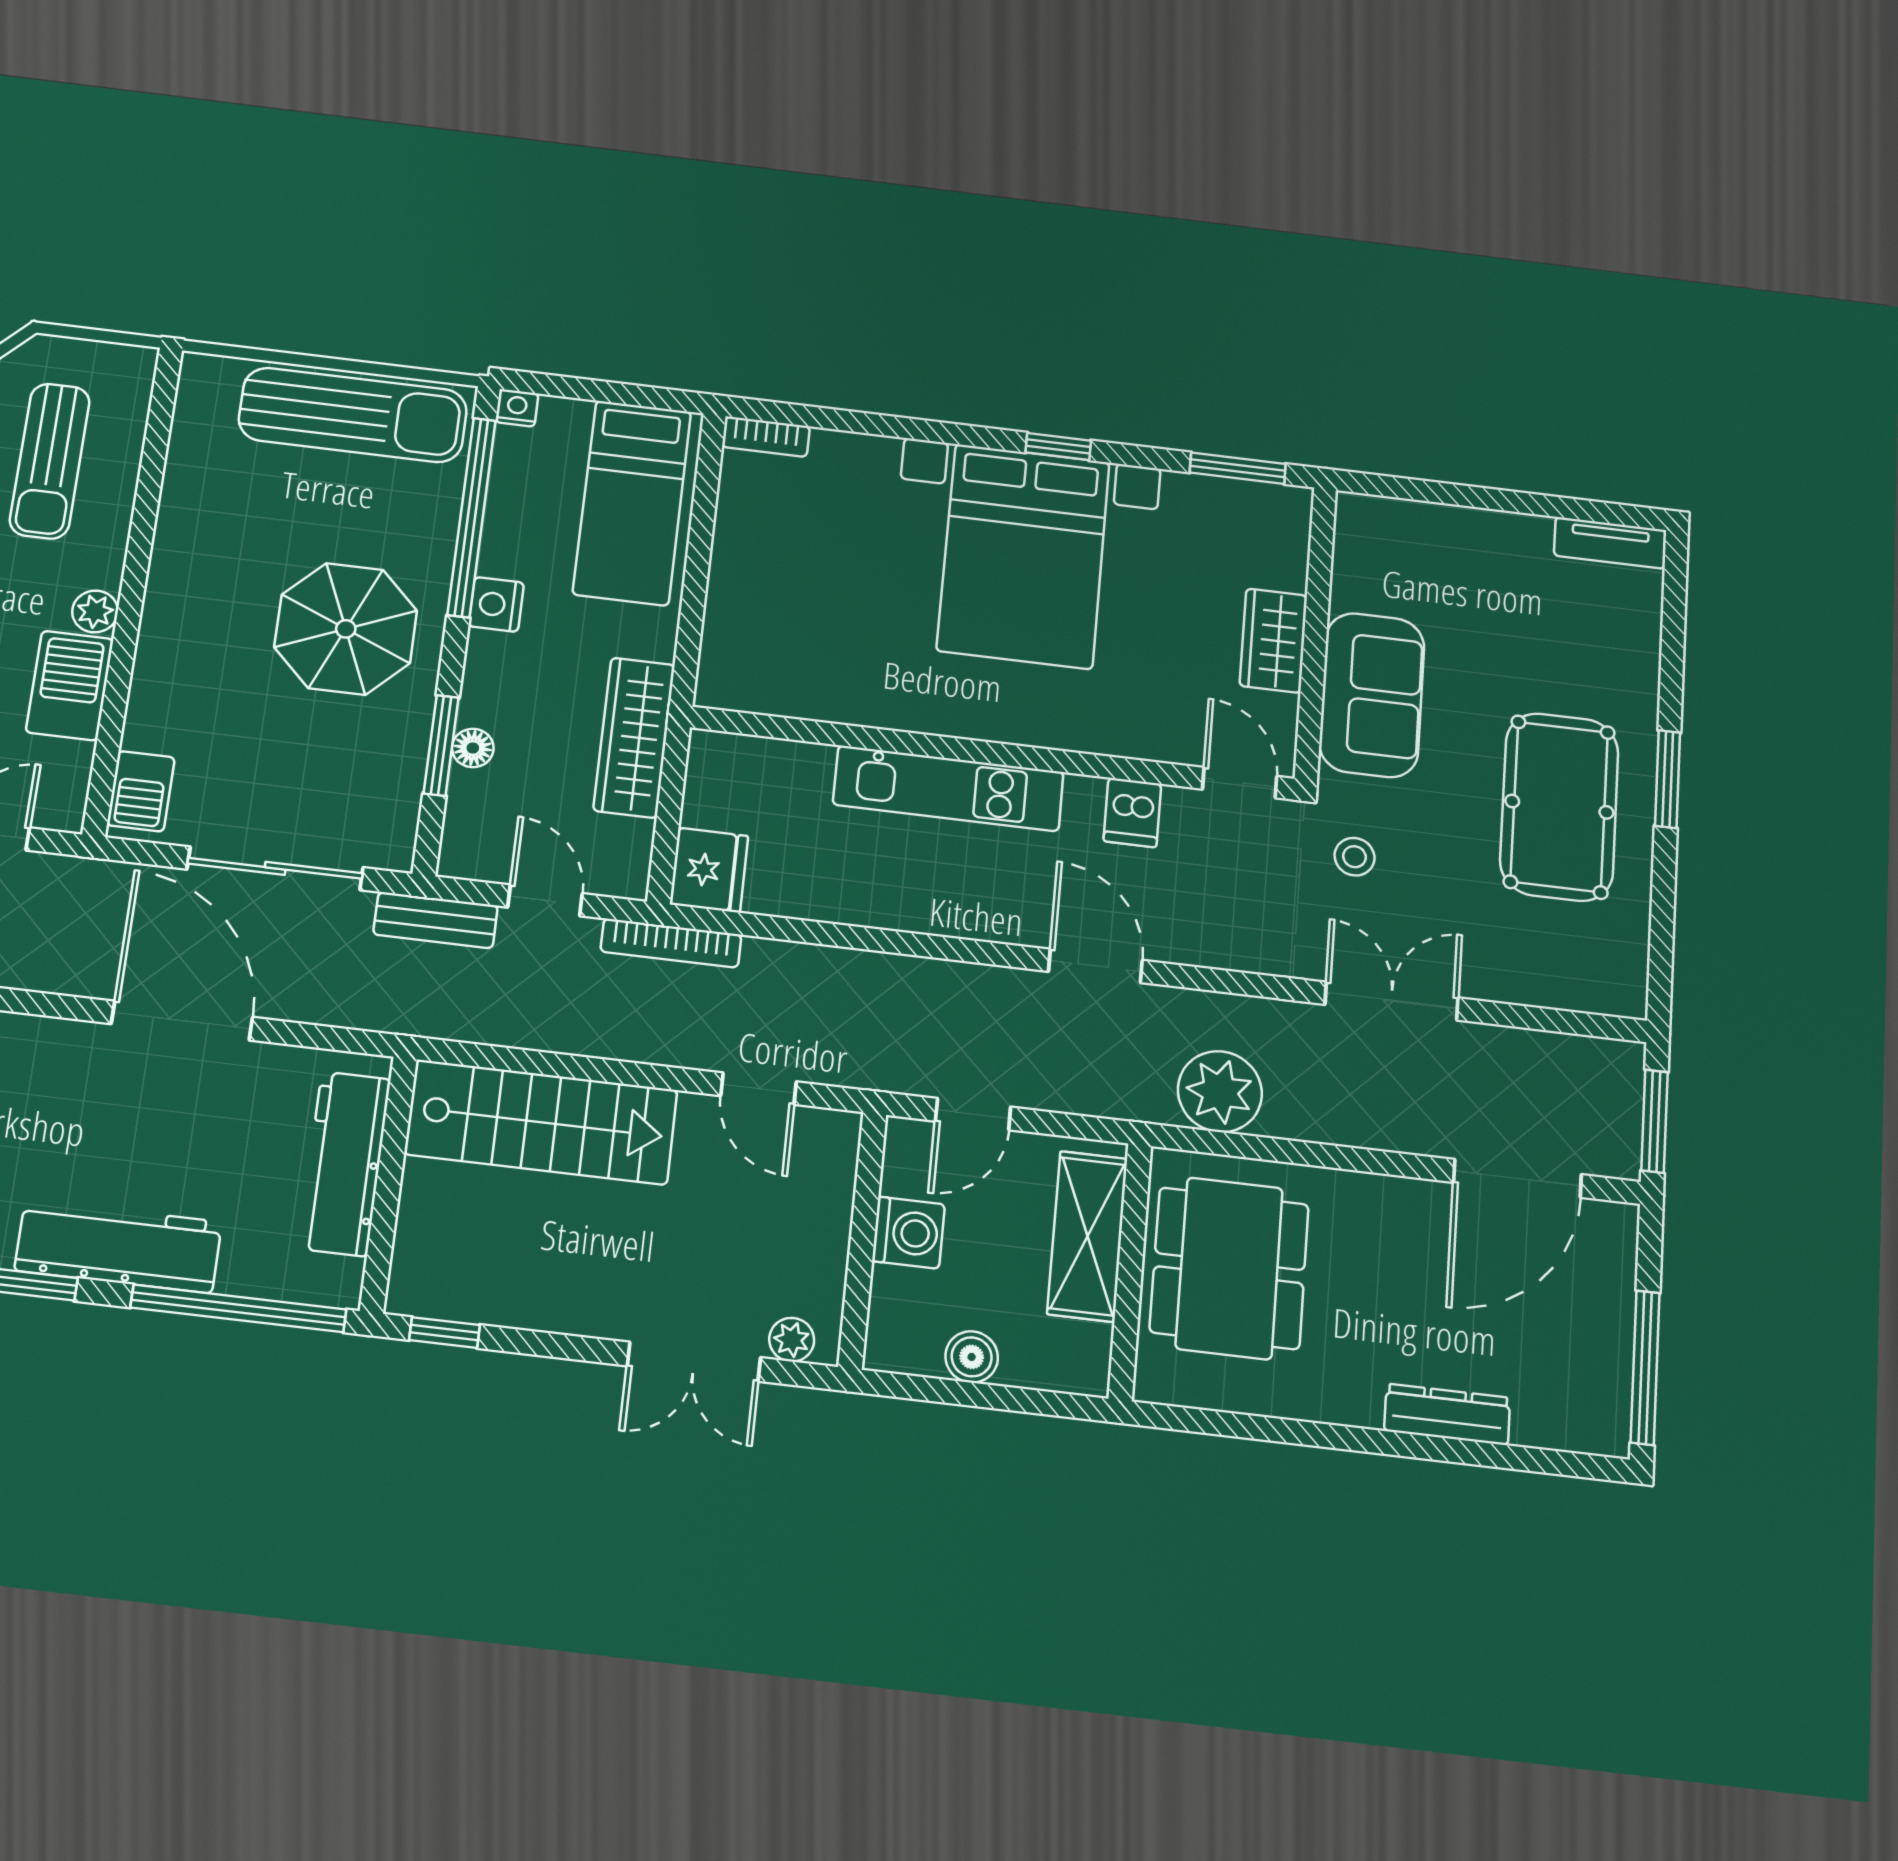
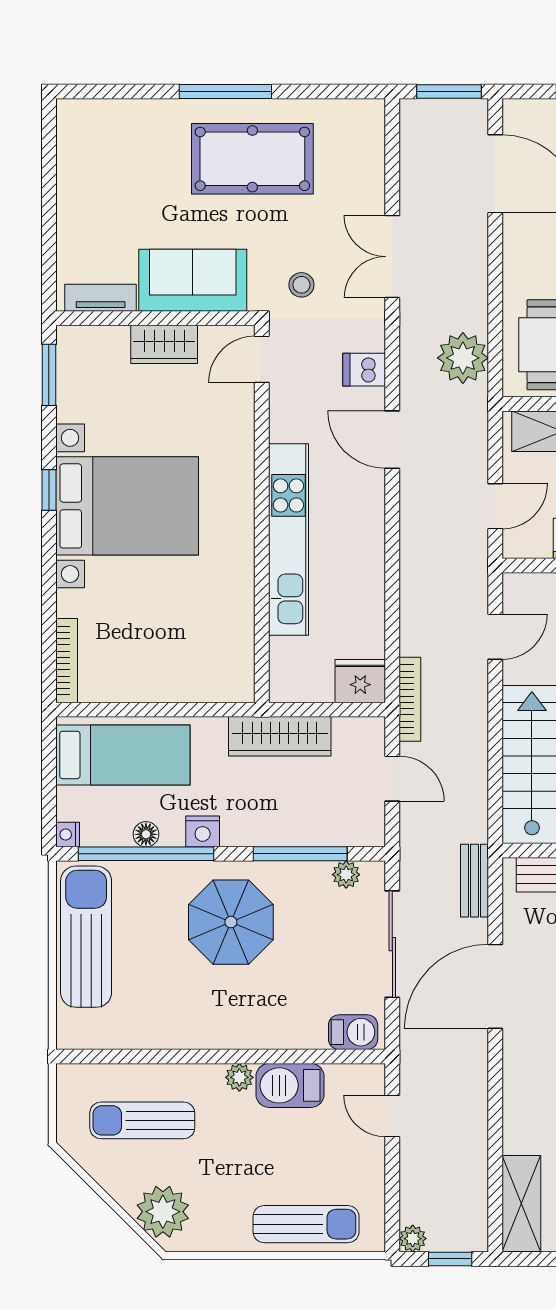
bookcase: (766, 437) -> (67, 661), width x1.56
sun lounger: (50, 461) -> (142, 1120), turned 180
tv unit: (1610, 543) -> (101, 298), moved, turned -90
window: (441, 745) -> (300, 854), width x1.44
floor lamp: (473, 748) -> (146, 834), moved
window: (1668, 779) -> (225, 92), width x1.44
kitchen unit: (948, 788) -> (288, 539), width x1.36
plant: (398, 811) -> (346, 875), added
dishwasher: (1132, 812) -> (364, 370), moved, turned 180
door: (545, 900) -> (392, 779), swing flipped
bench: (436, 920) -> (474, 881), moved
door: (1095, 966) -> (392, 440), hinge flipped
door: (973, 1114) -> (495, 506), hinge flipped

